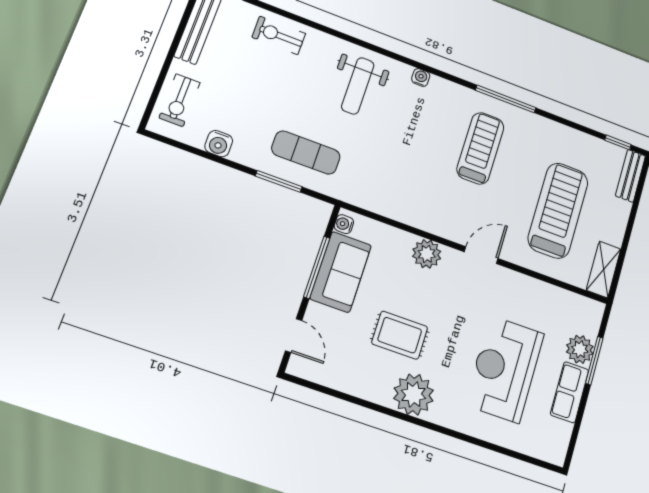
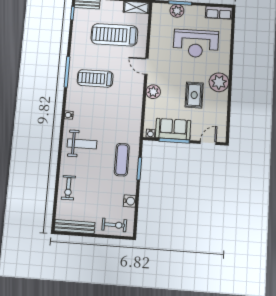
row of seats: (570, 392) -> (219, 13), moved

